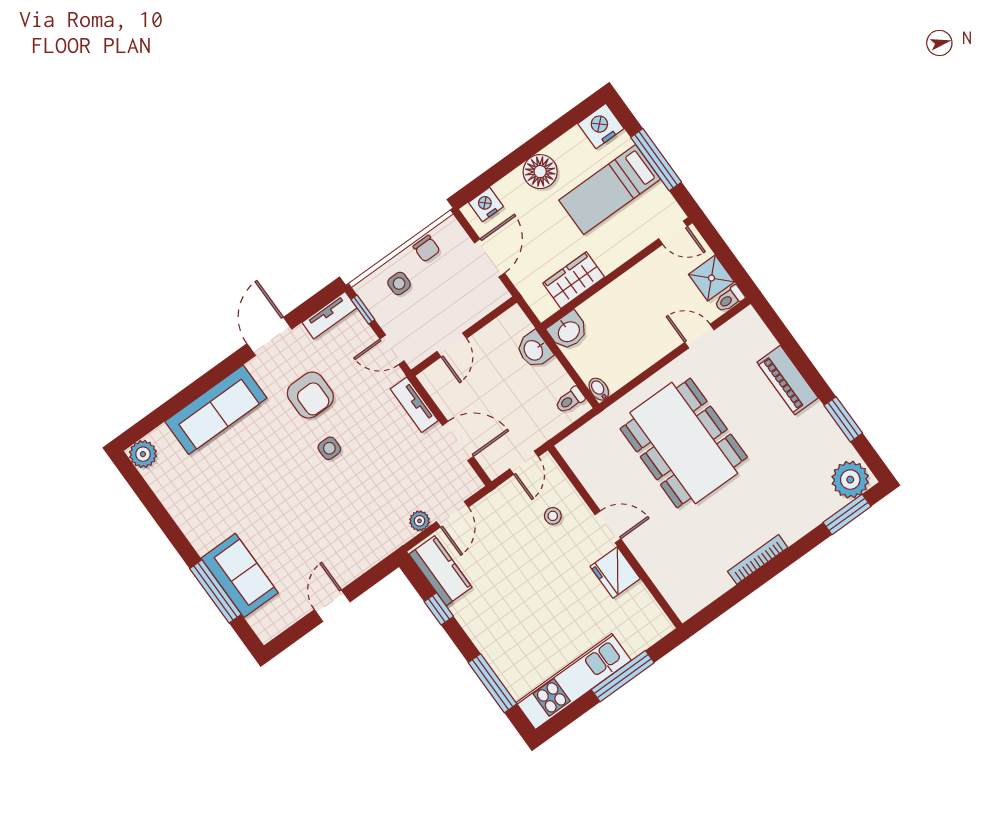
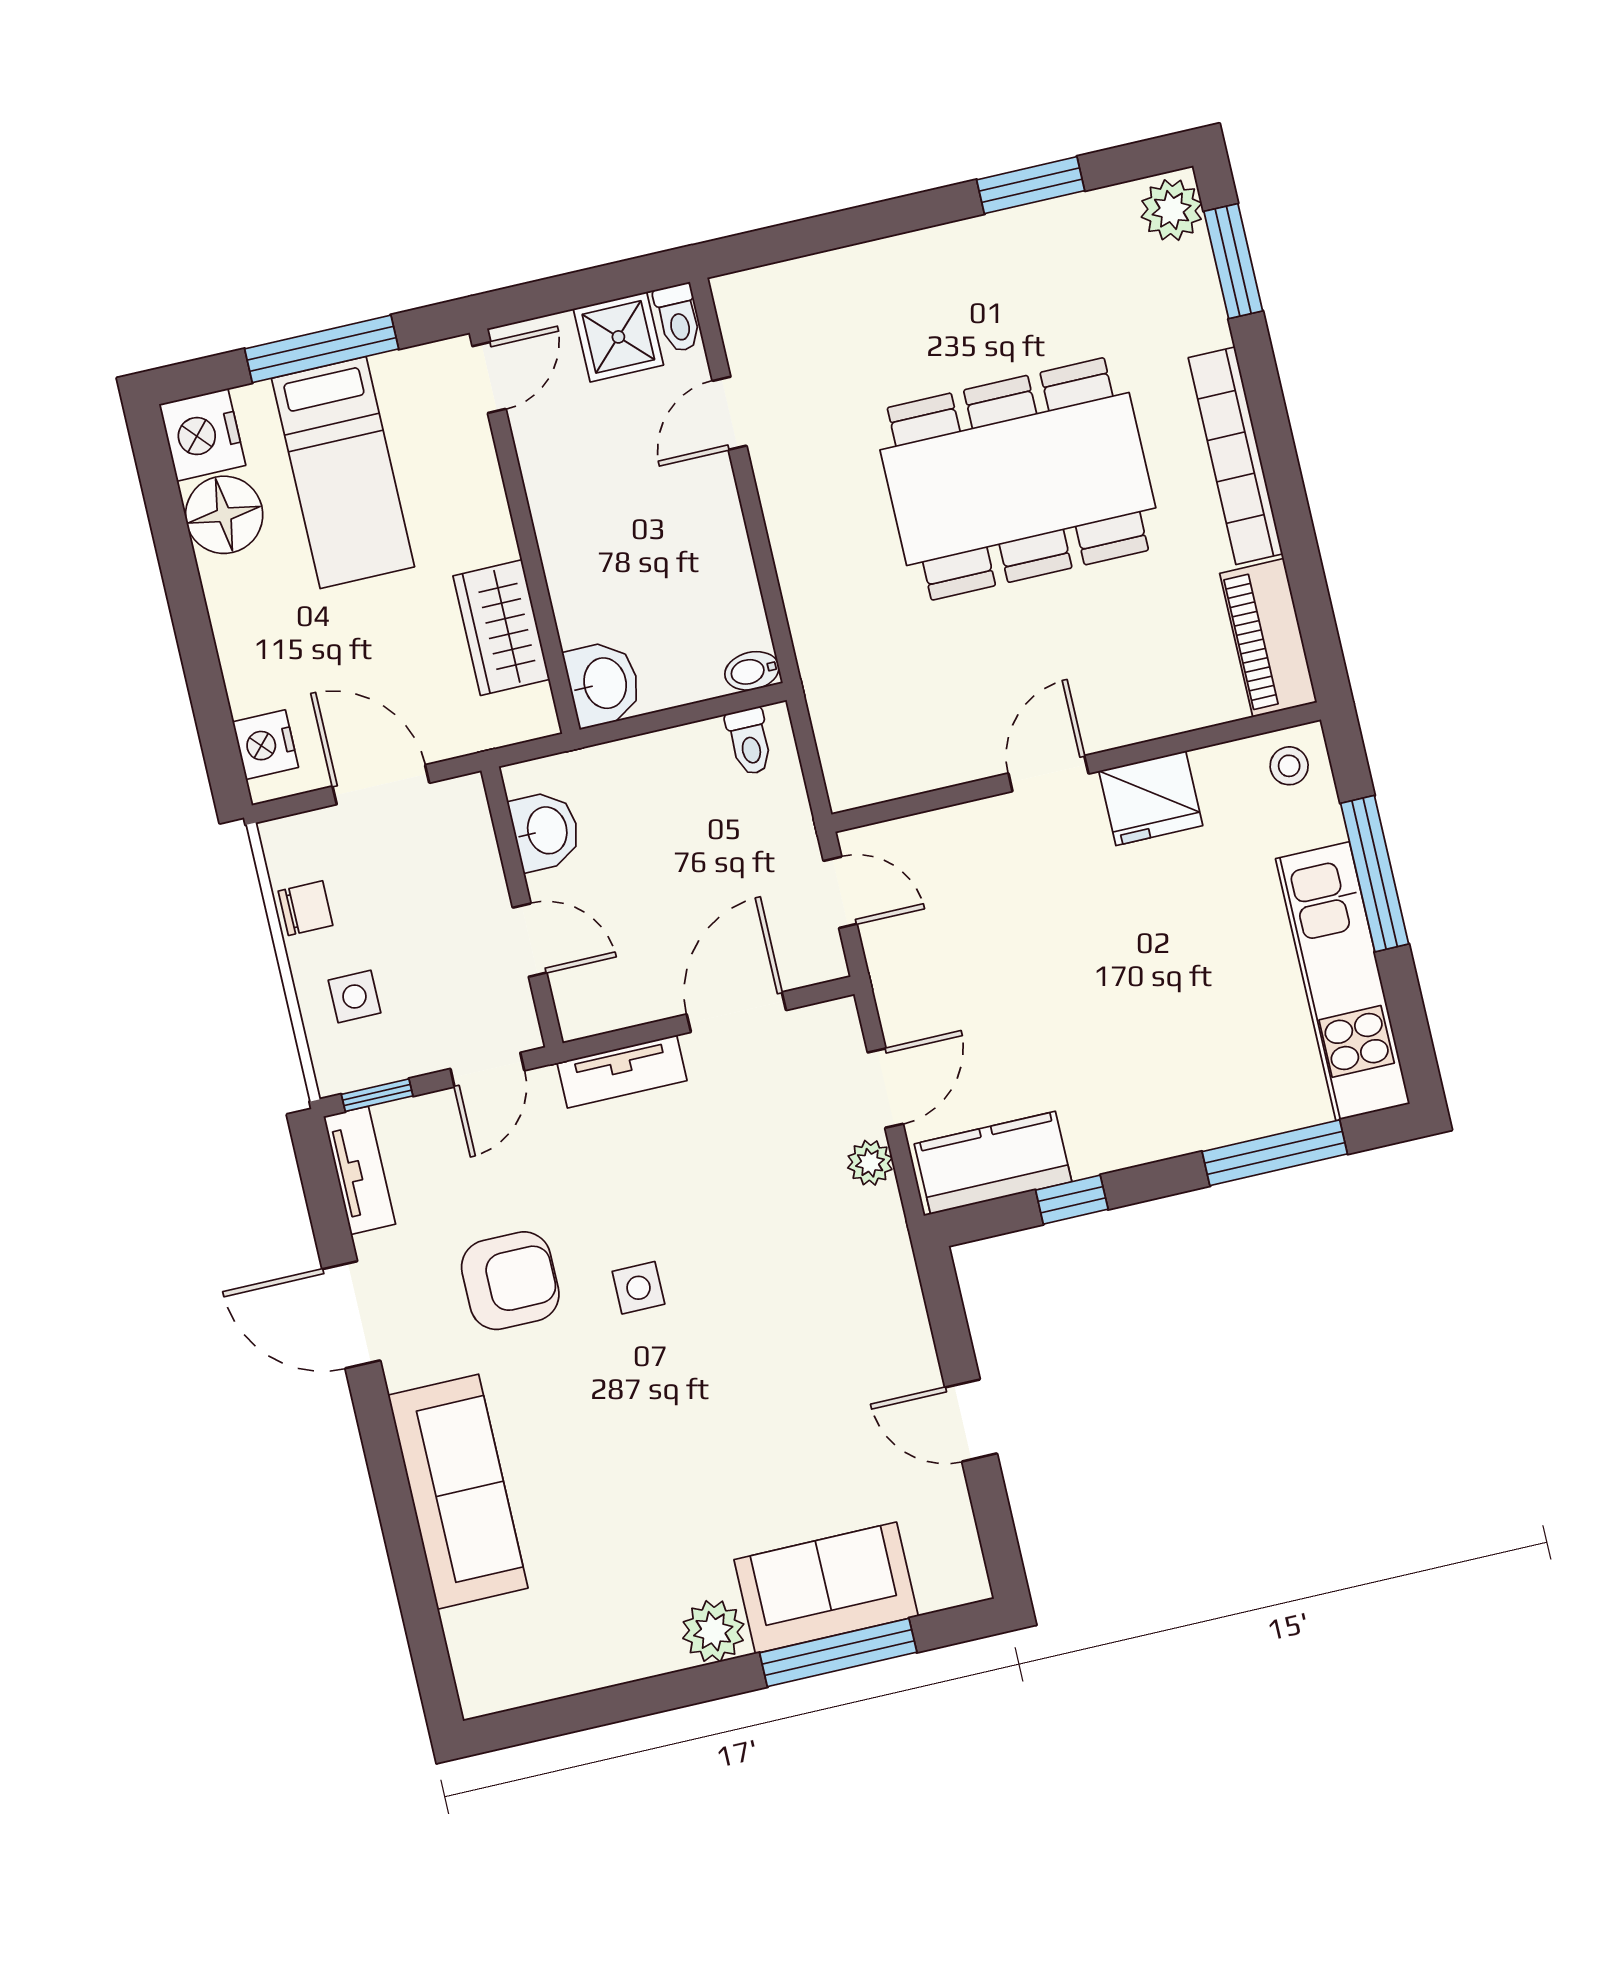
floor lamp: (540, 172) -> (224, 515), moved
washbasin: (534, 350) -> (545, 831), moved, turned -90
piano: (788, 380) -> (1268, 638), moved, turned 90
dining table: (684, 443) -> (1018, 479), moved
plant: (143, 454) -> (713, 1631), moved
plant: (850, 480) -> (1172, 210), width x0.73, depth x0.73
door: (452, 514) -> (885, 1088), hinge flipped
stool: (553, 516) -> (1289, 766), moved
bookcase: (758, 559) -> (1236, 456), width x1.48, depth x1.31

